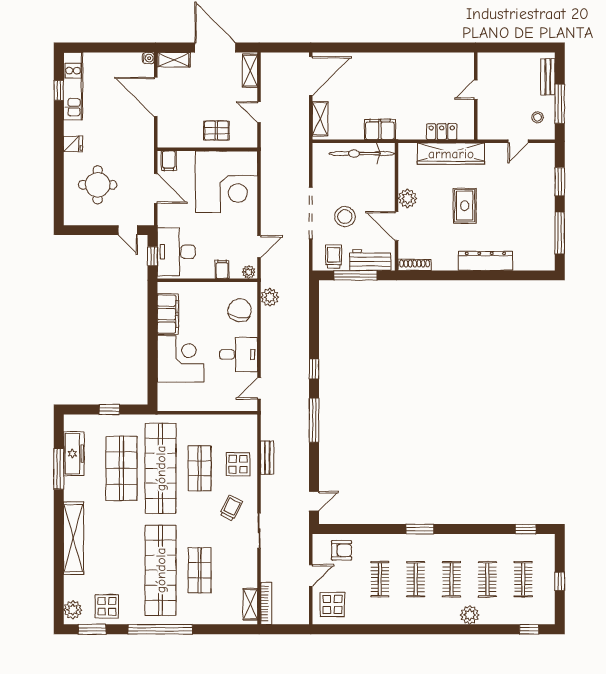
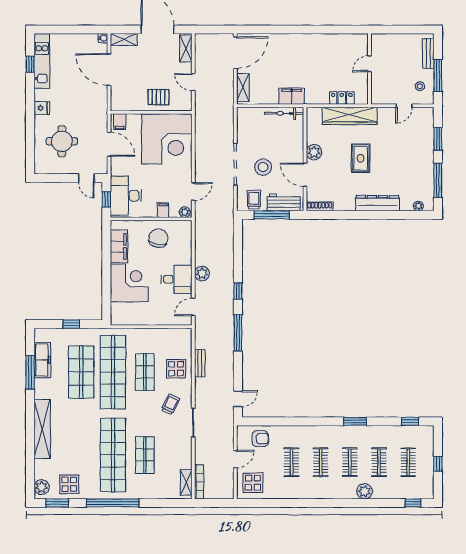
bicycle: (362, 154) -> (284, 113), width x0.73, depth x0.71
plant: (536, 264) -> (418, 206), added
plant: (270, 297) -> (202, 273), moved
chair: (240, 310) -> (158, 238), moved
window: (420, 529) -> (355, 421), moved

